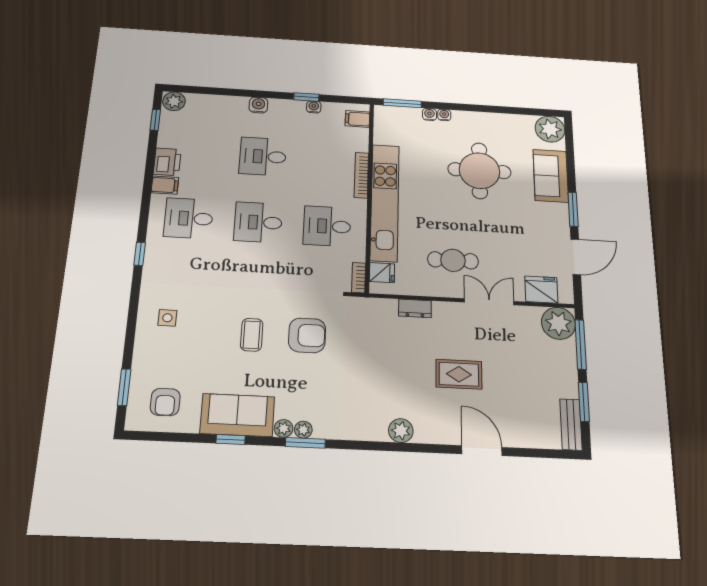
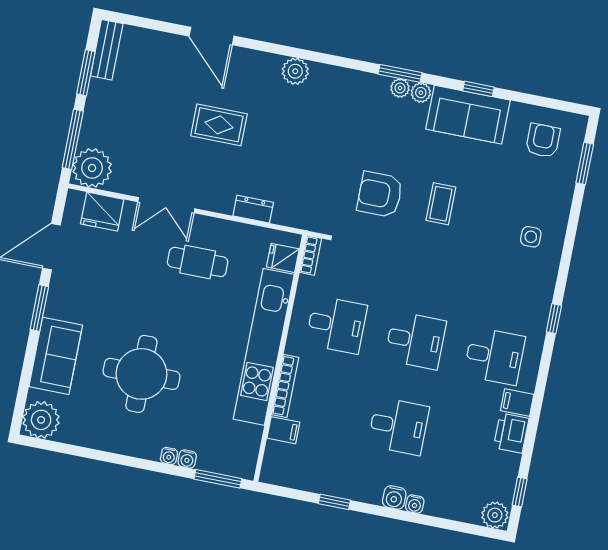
water cooler: (314, 107) -> (415, 504), moved
filing cabinet: (357, 119) -> (283, 430), moved

